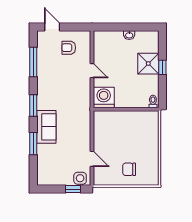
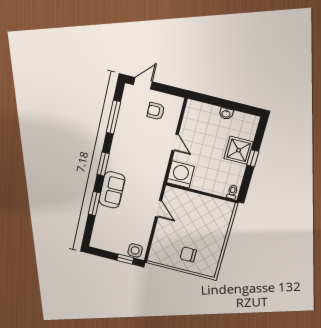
door: (52, 27) -> (143, 83), hinge flipped
door: (92, 159) -> (159, 209), moved

